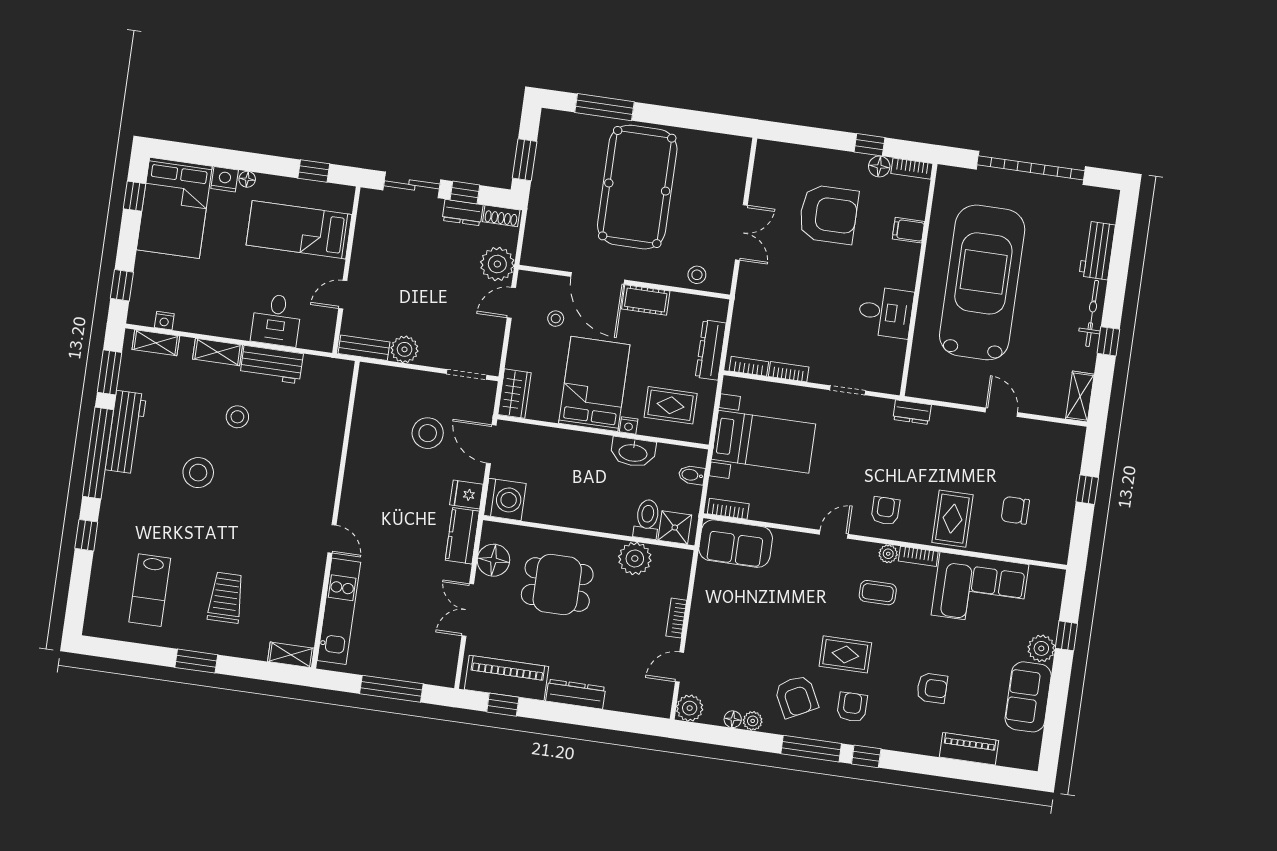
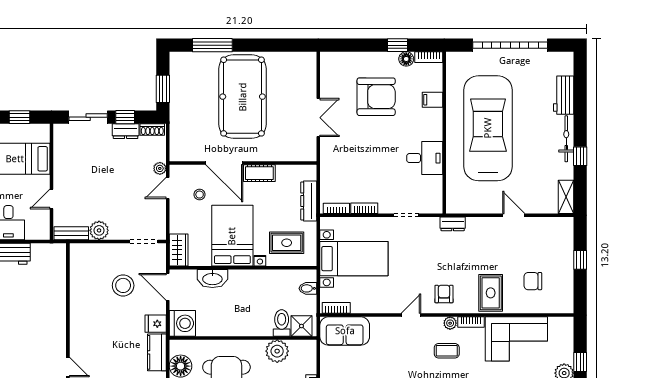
plant: (497, 264) -> (160, 168), width x0.53, depth x0.53
stool: (697, 275) -> (292, 151), removed
washbasin: (633, 452) -> (212, 279), moved

